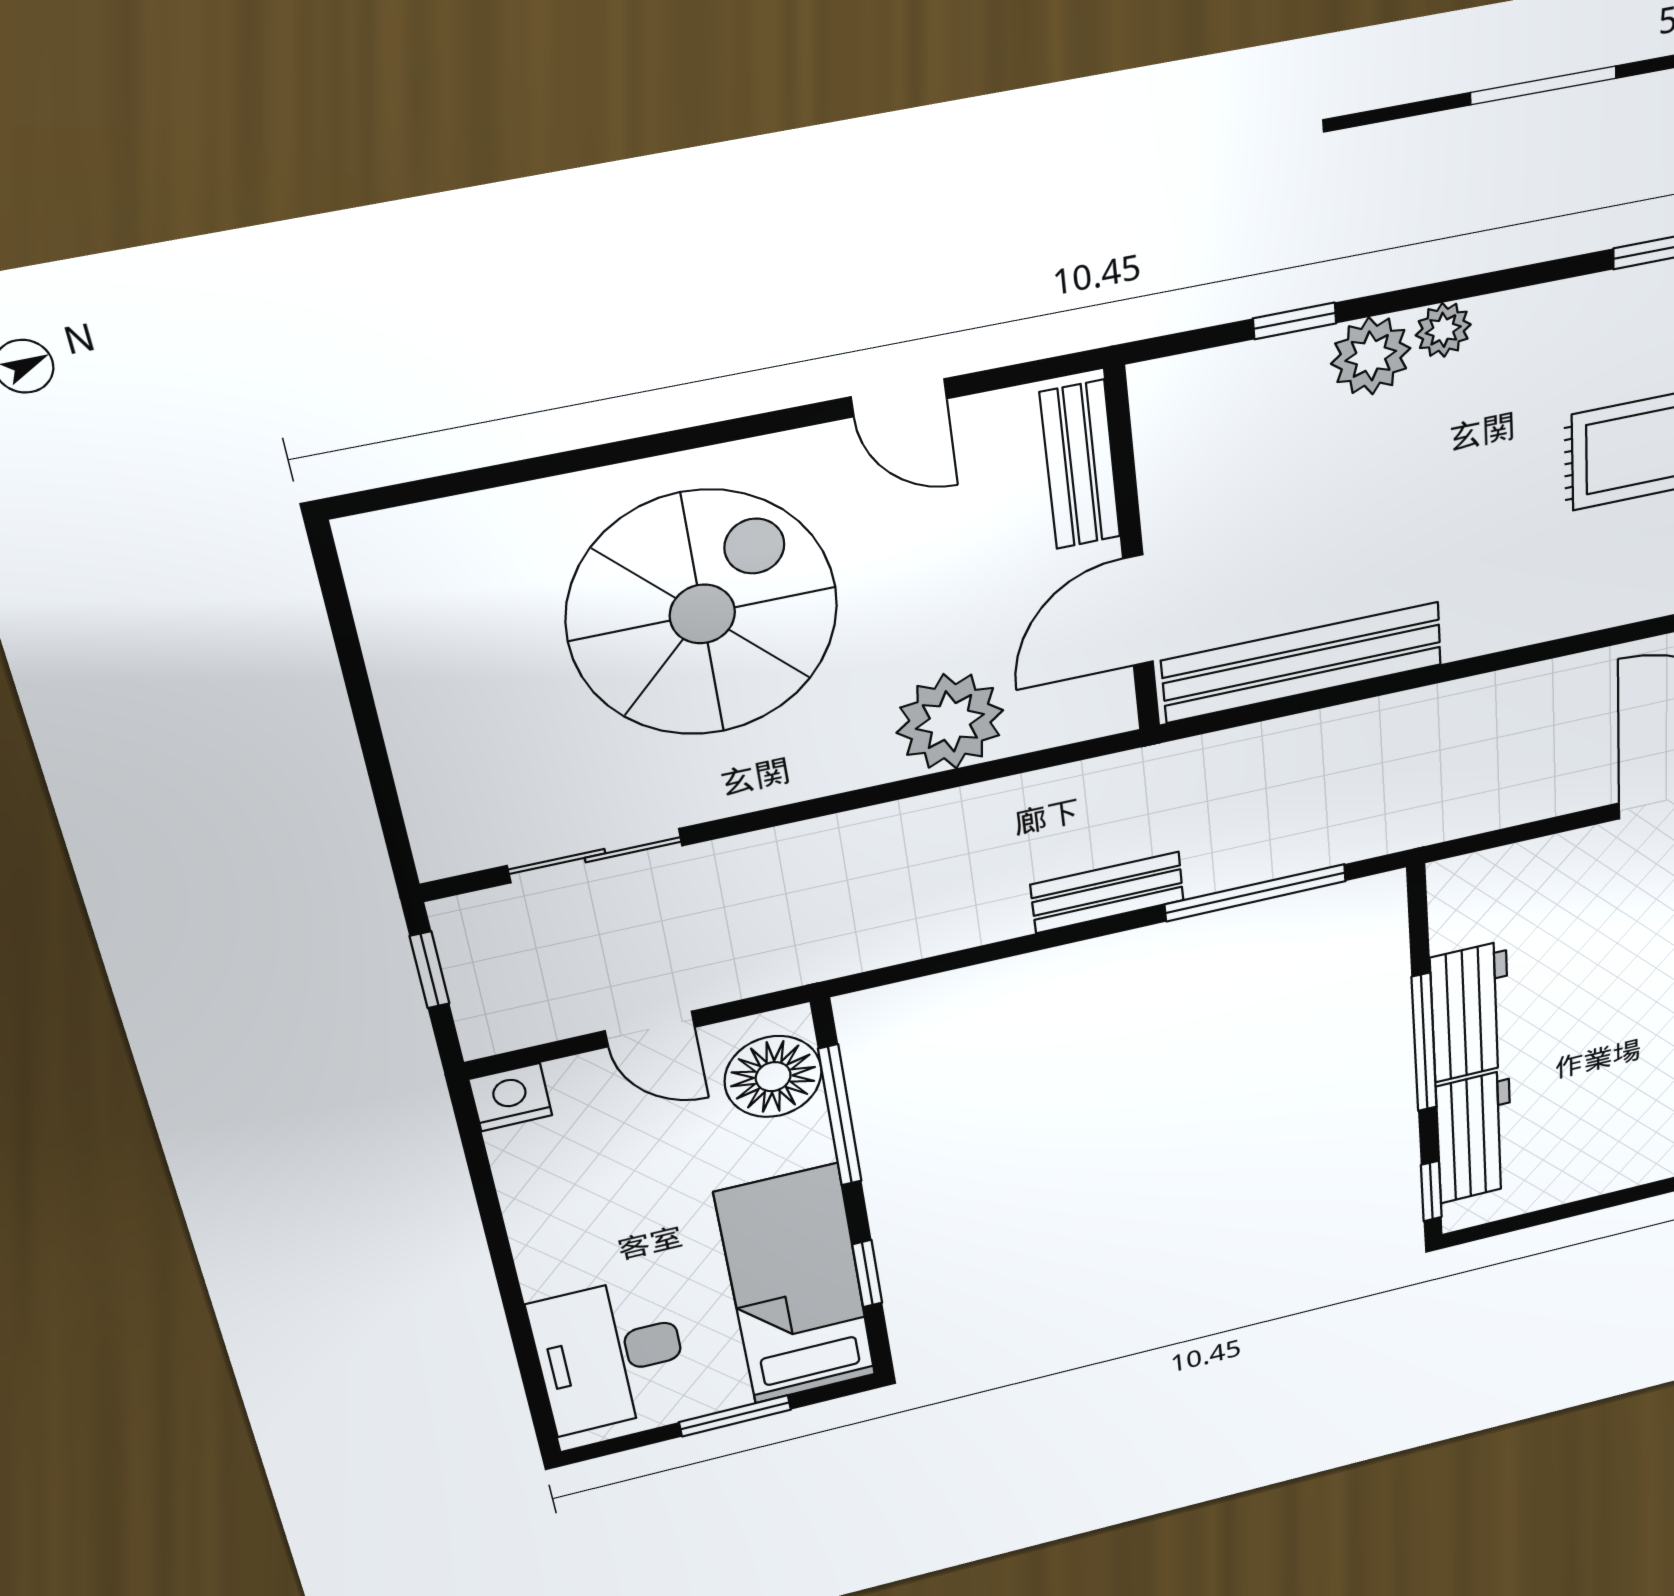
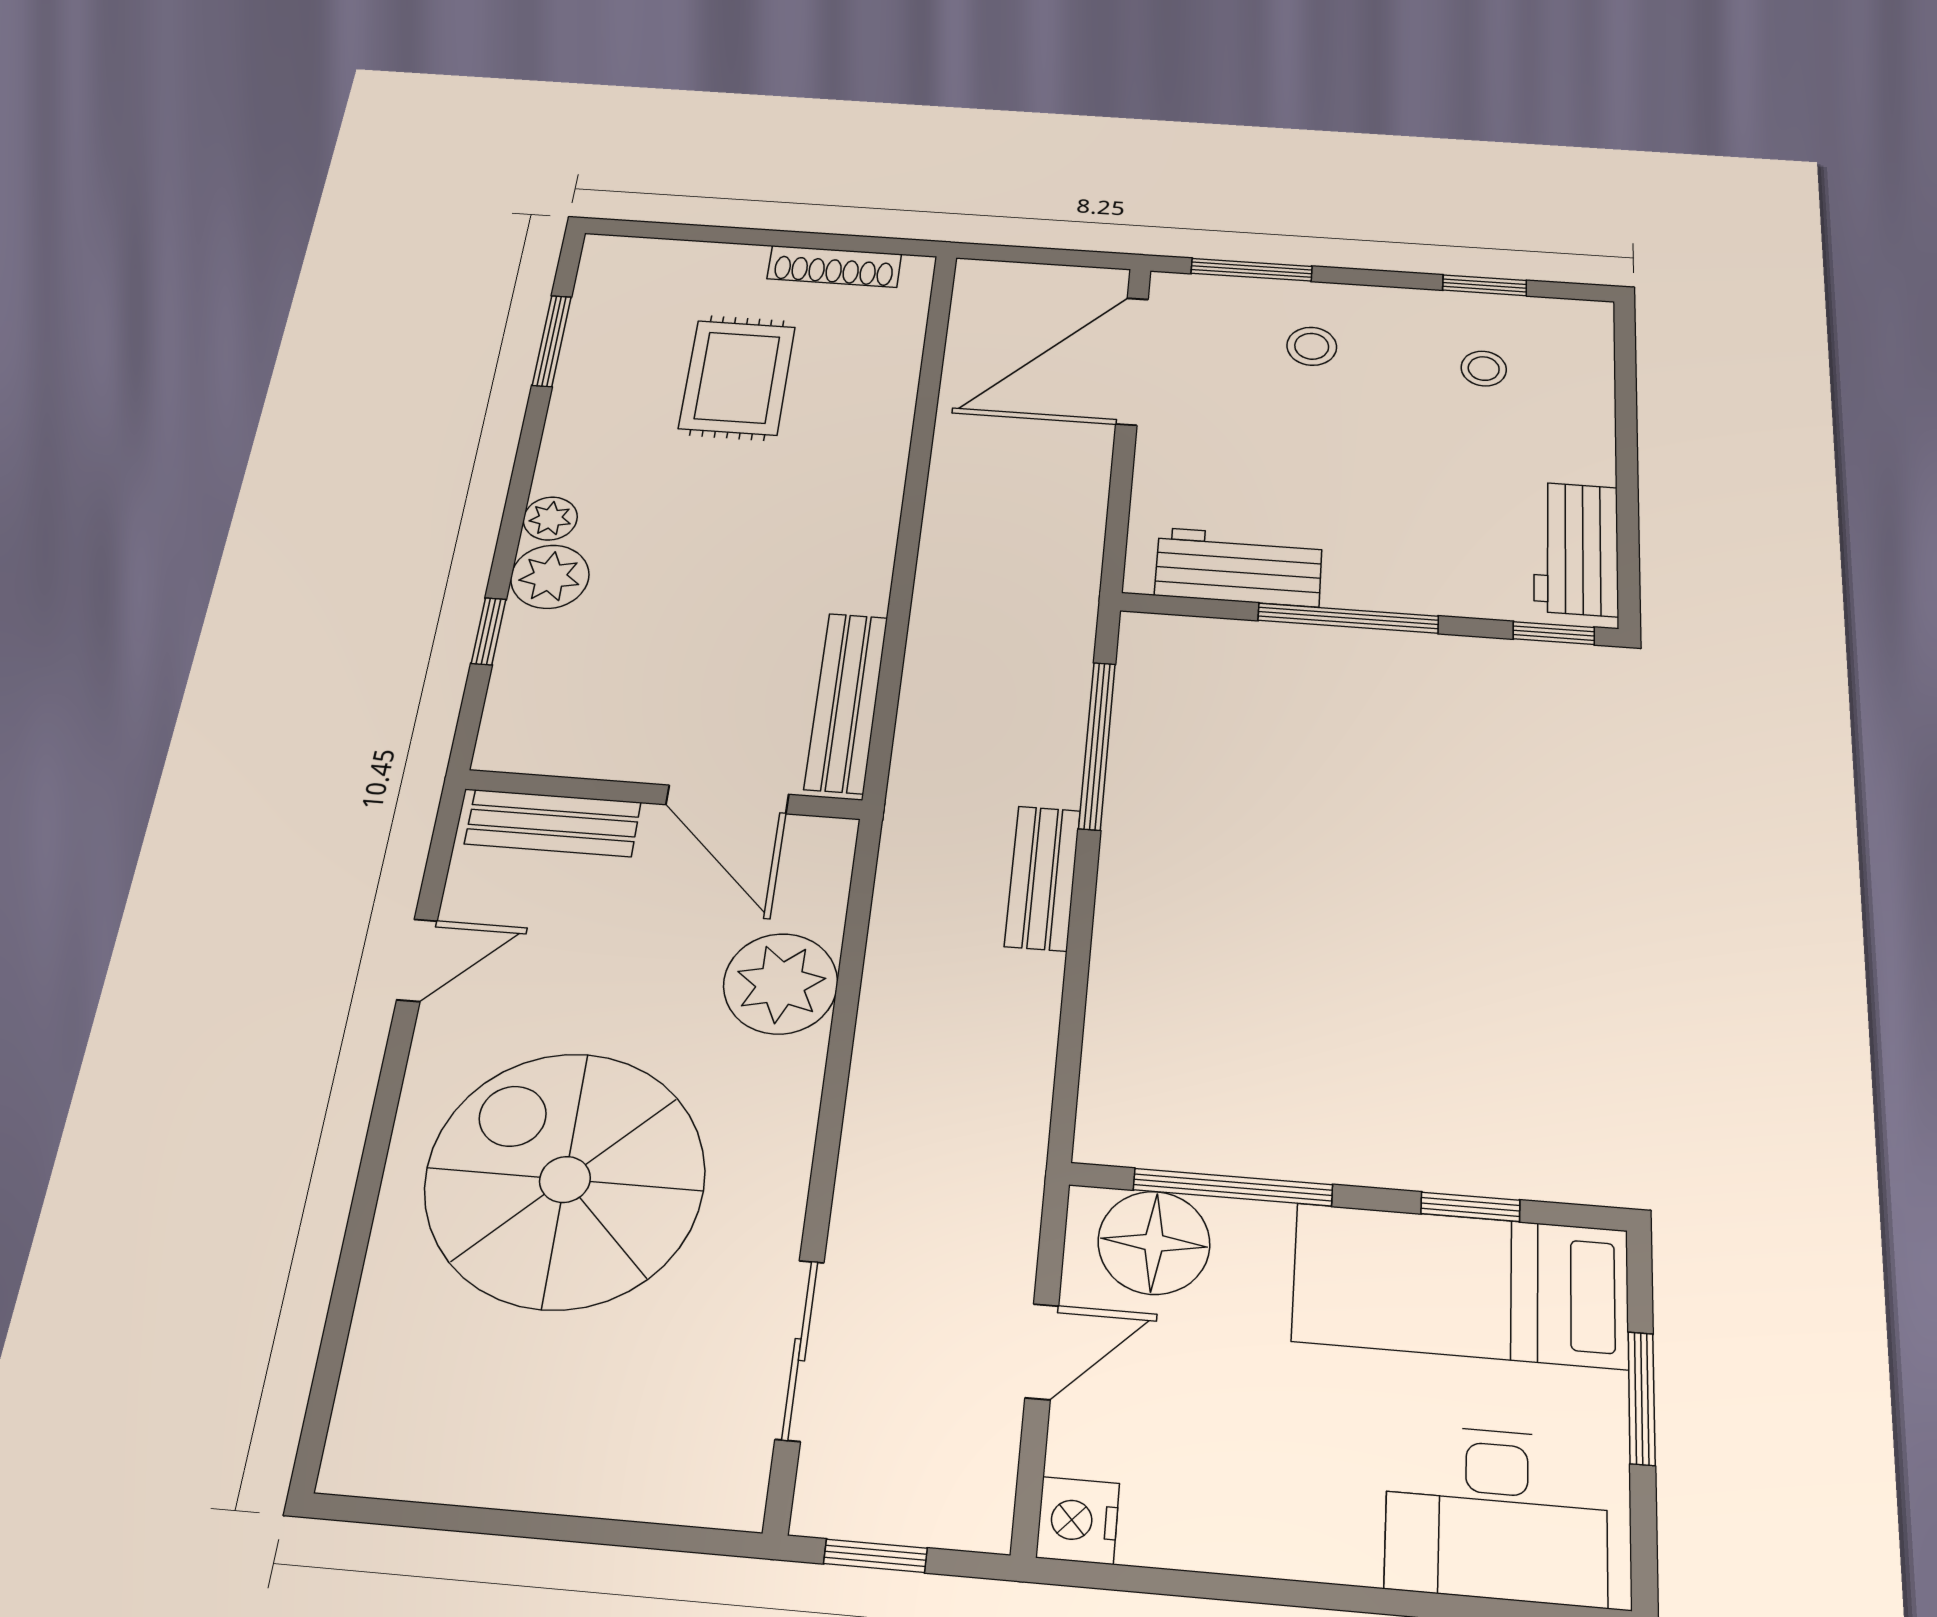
bench: (1302, 662) -> (846, 702), width x0.73, depth x0.82
workbench: (1470, 1012) -> (1239, 567), moved
workbench: (1474, 1137) -> (1576, 549), moved, turned -90

